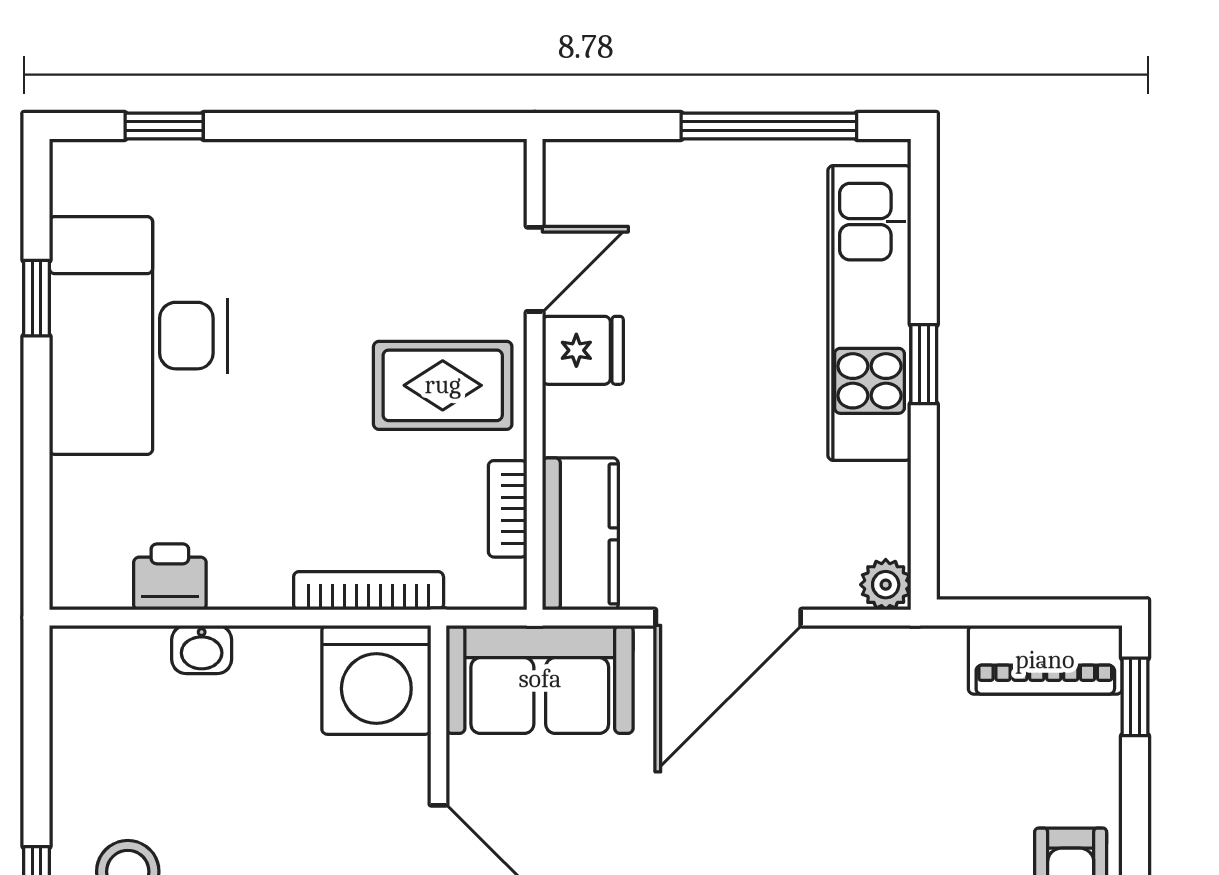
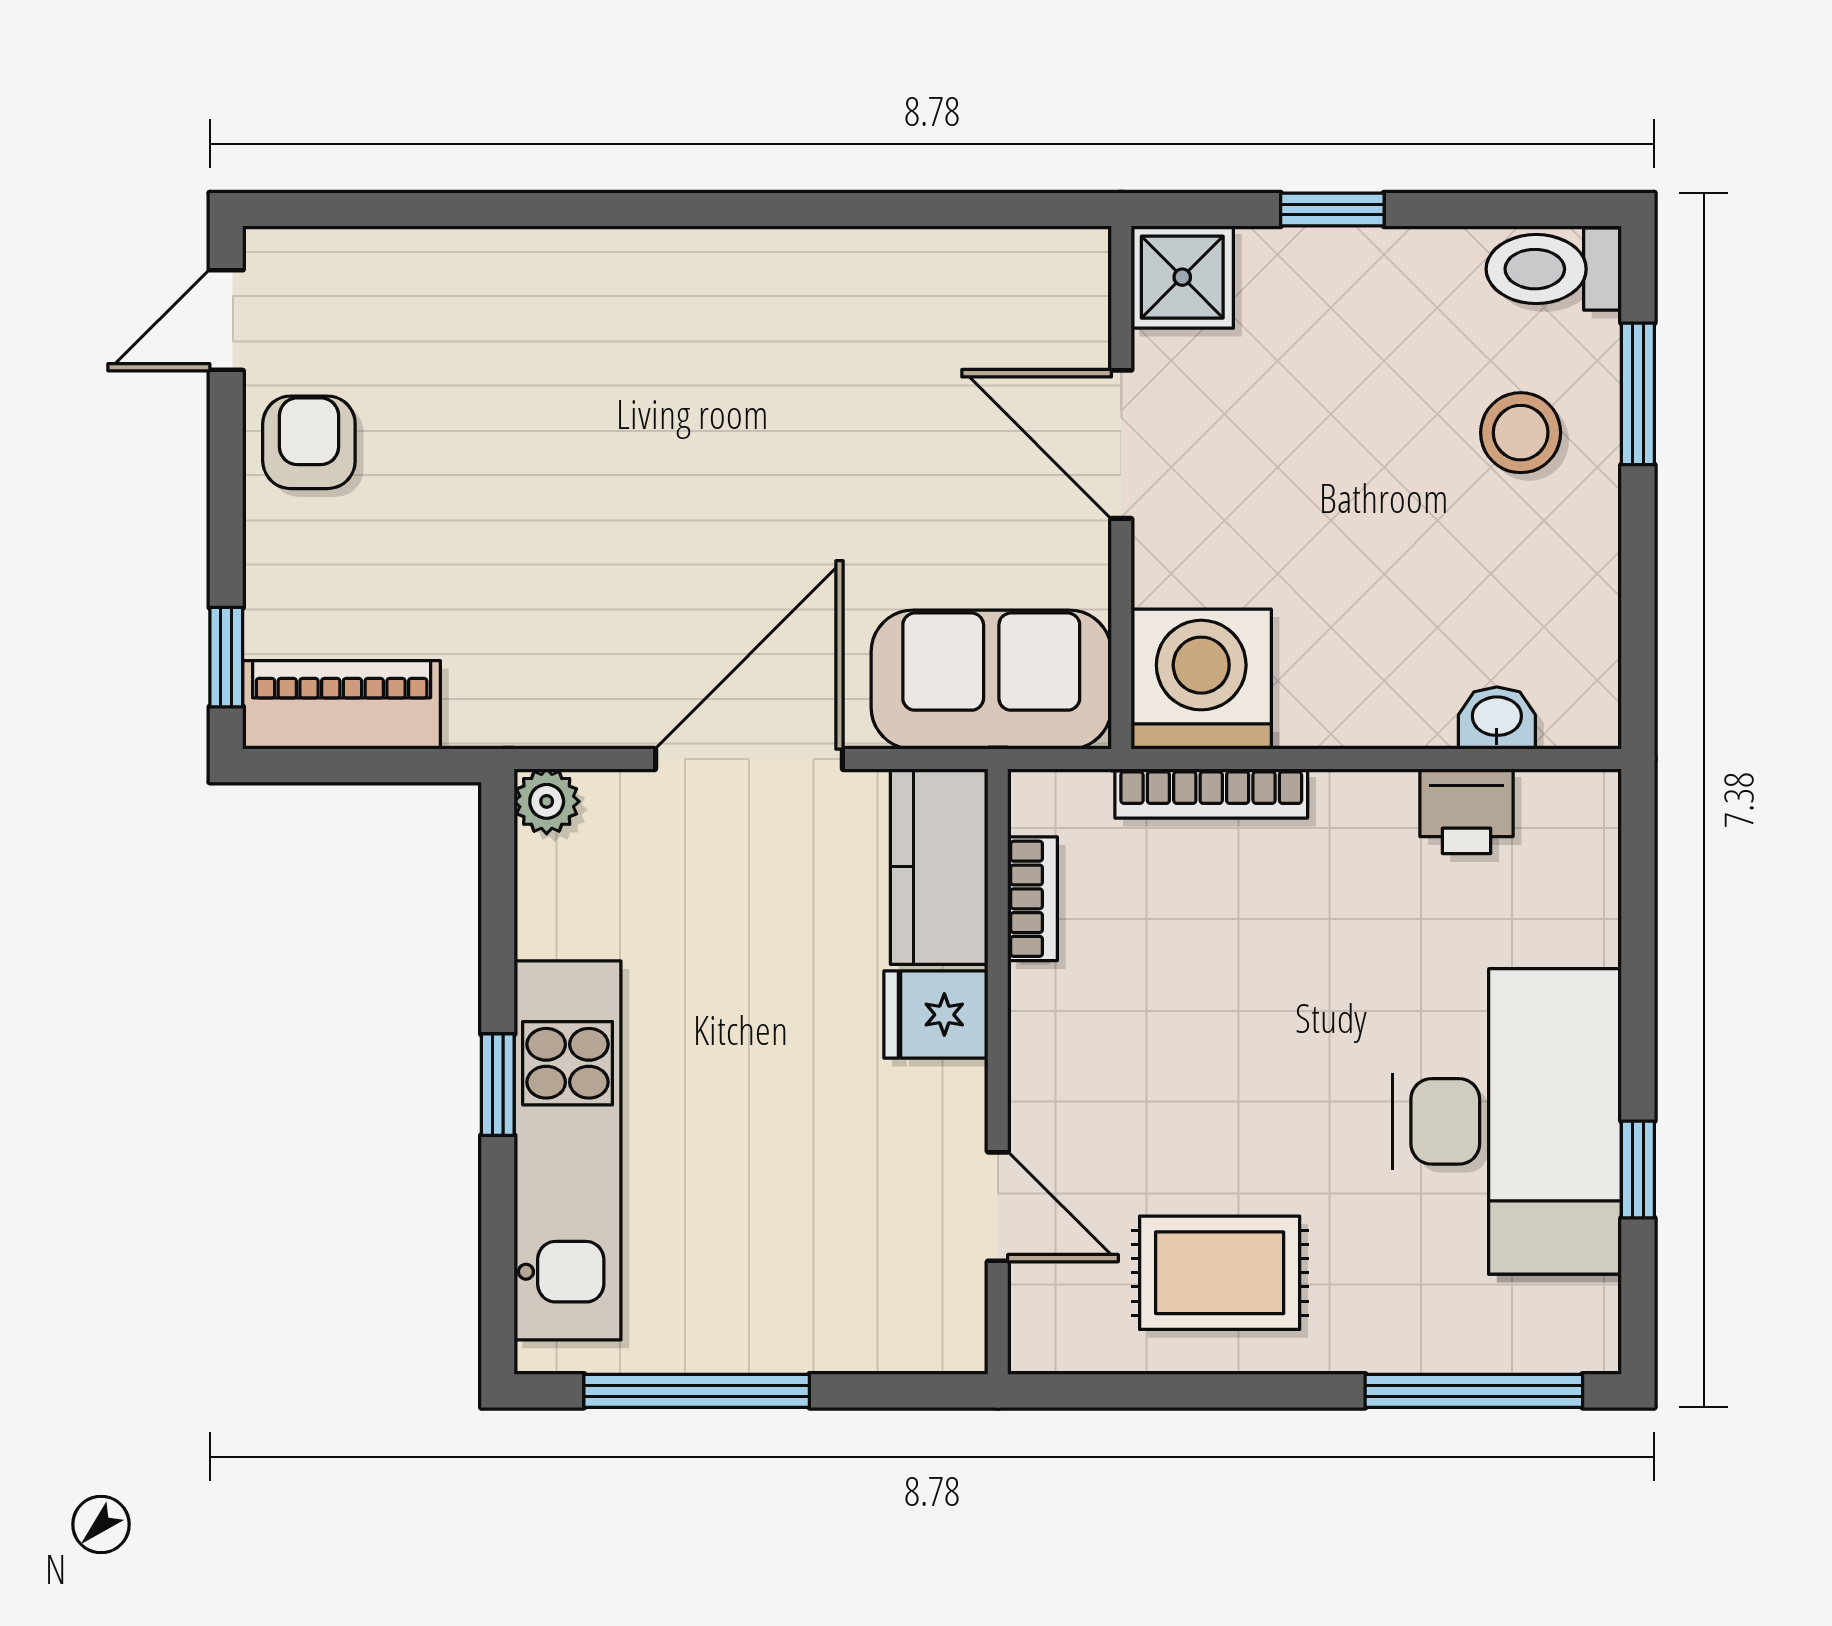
window: (164, 126) -> (1474, 1391), width x2.17
door: (535, 269) -> (998, 1207), swing flipped
fridge: (583, 350) -> (936, 1015), moved
rug: (443, 385) -> (1220, 1273), moved
washbasin: (202, 649) -> (1497, 718), moved

